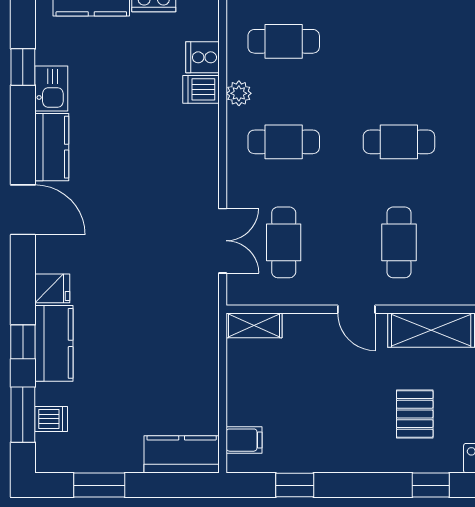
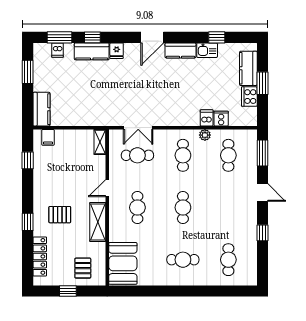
cafe table: (399, 242) -> (137, 207), turned 90

